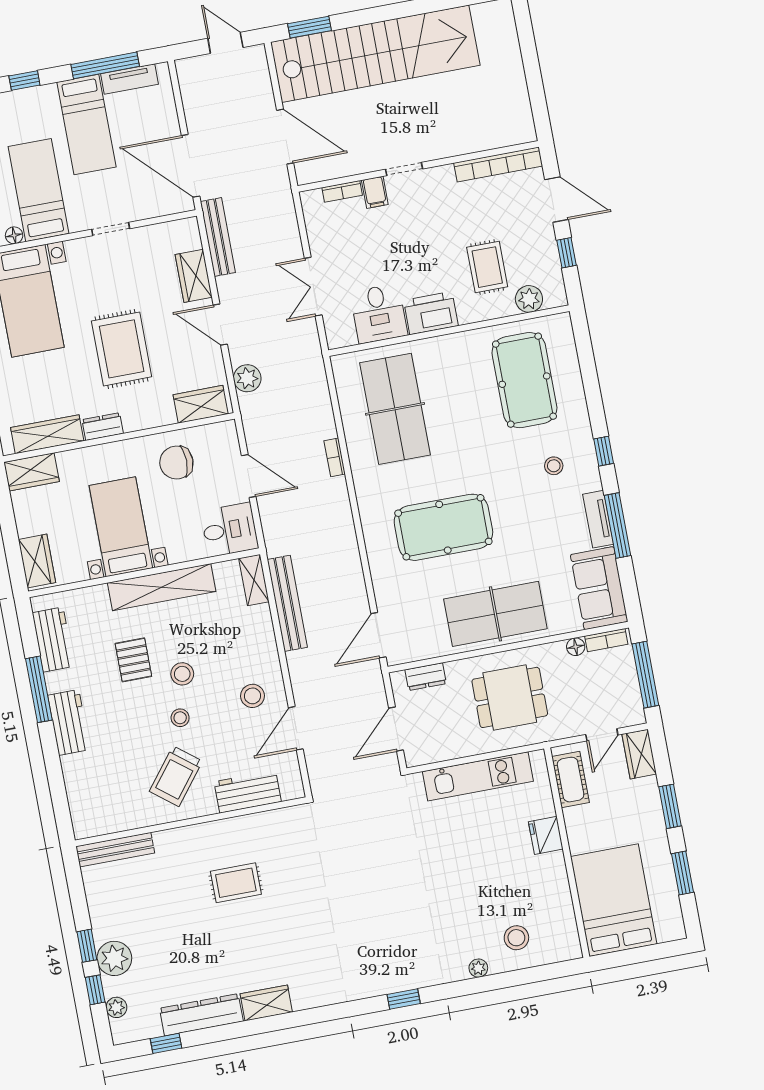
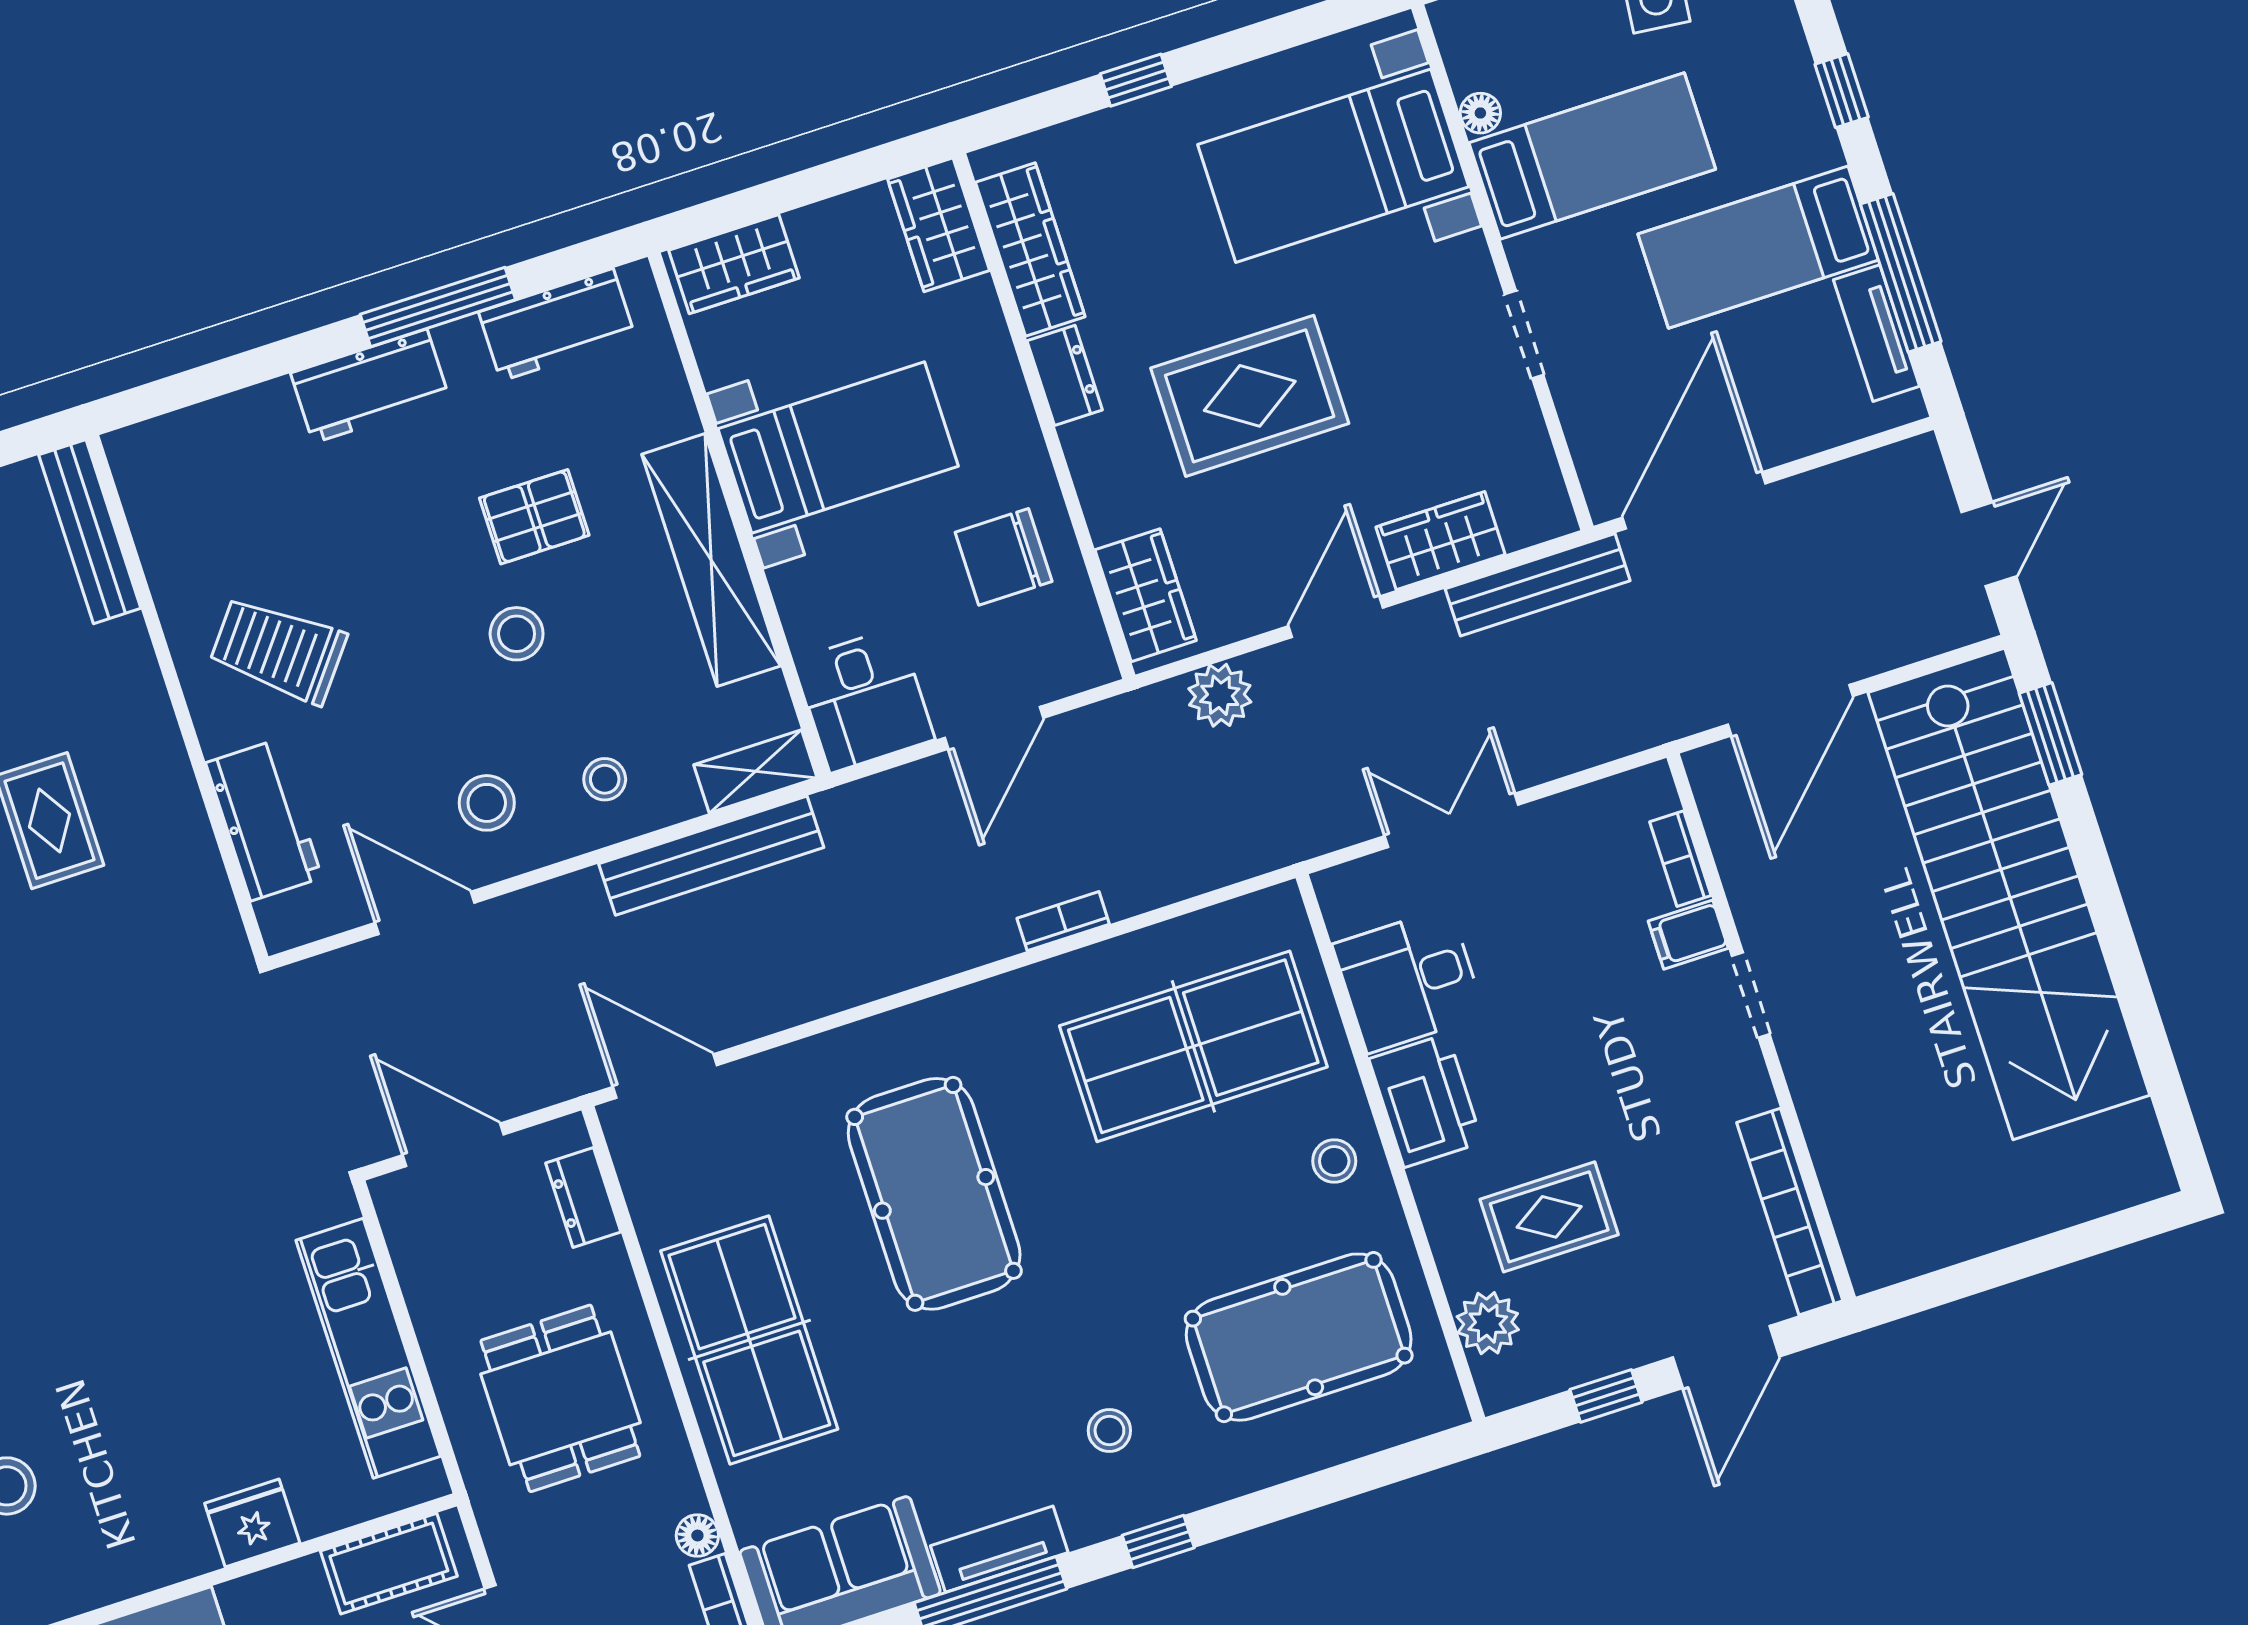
stool: (452, 355) -> (1334, 1161), added
chair: (176, 463) -> (1004, 557), turned -90
stool: (180, 718) -> (605, 779), moved

